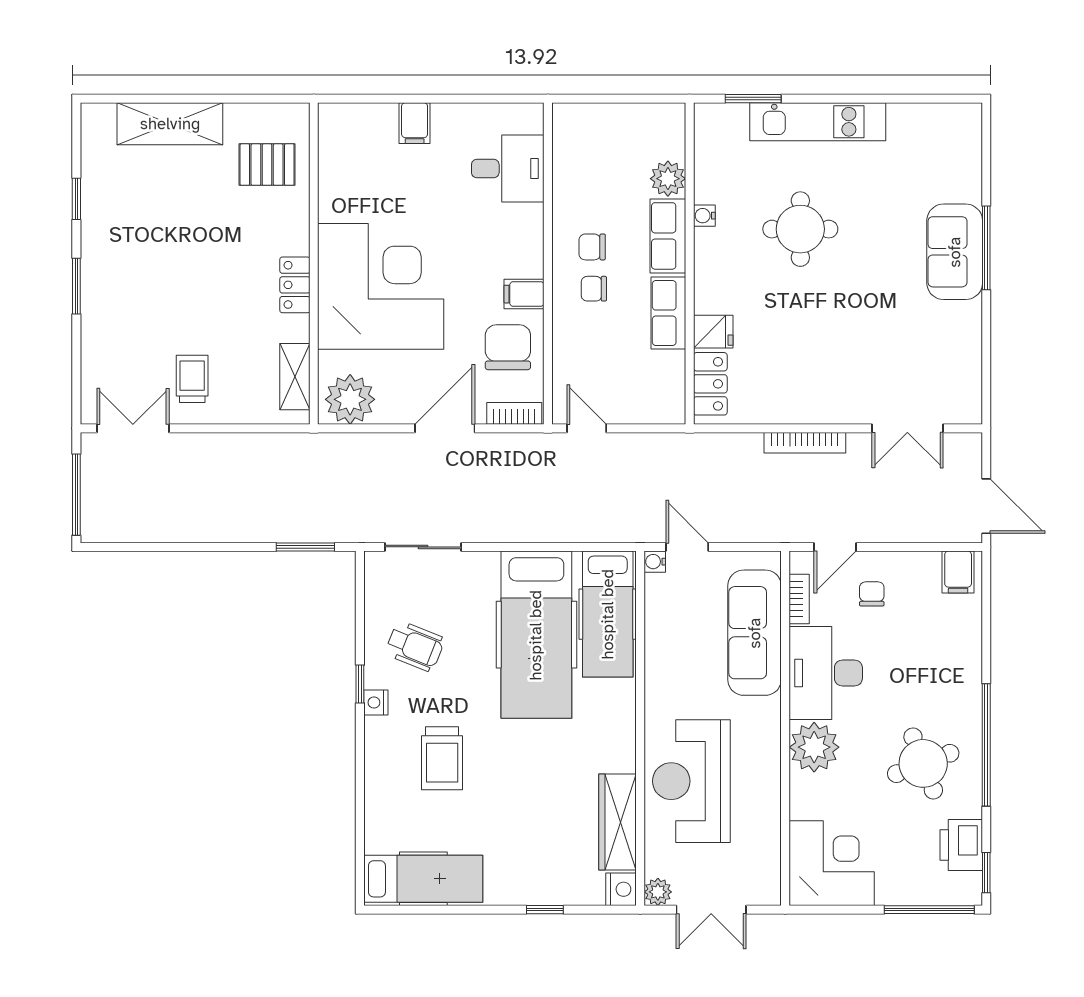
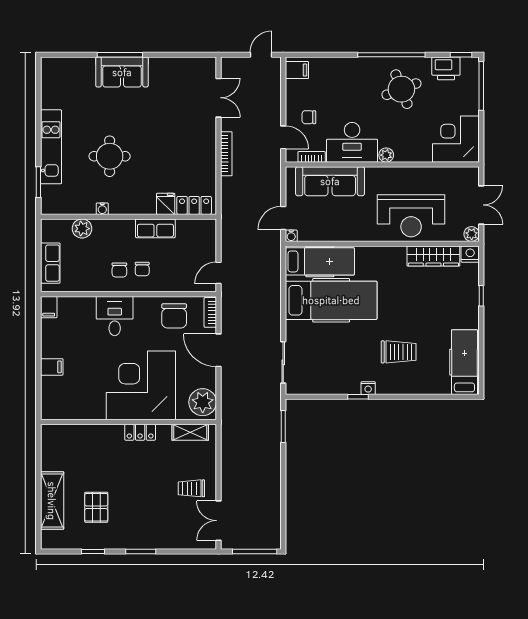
pallet: (267, 165) -> (96, 507), moved
desk: (508, 169) -> (115, 316), moved
row of seats: (668, 236) -> (50, 263), moved, turned -90
filing cabinet: (524, 294) -> (49, 307), moved
chair: (508, 347) -> (174, 316), turned -90
door: (986, 506) -> (261, 55), width x0.73
wheelchair: (415, 646) -> (337, 367), removed
plant: (814, 747) -> (386, 155), width x0.53, depth x0.53

